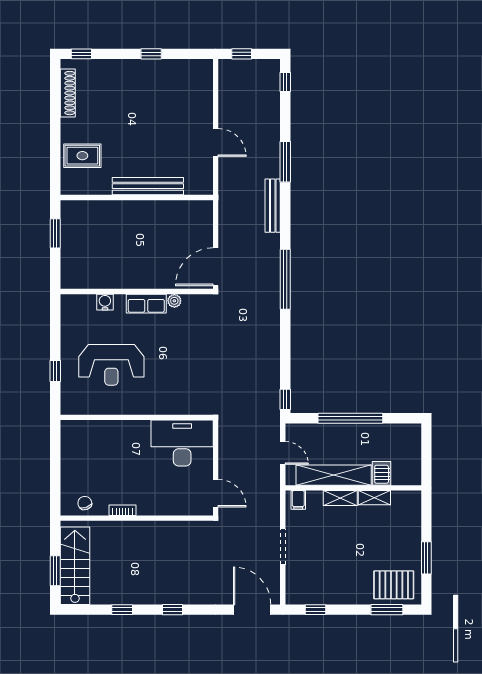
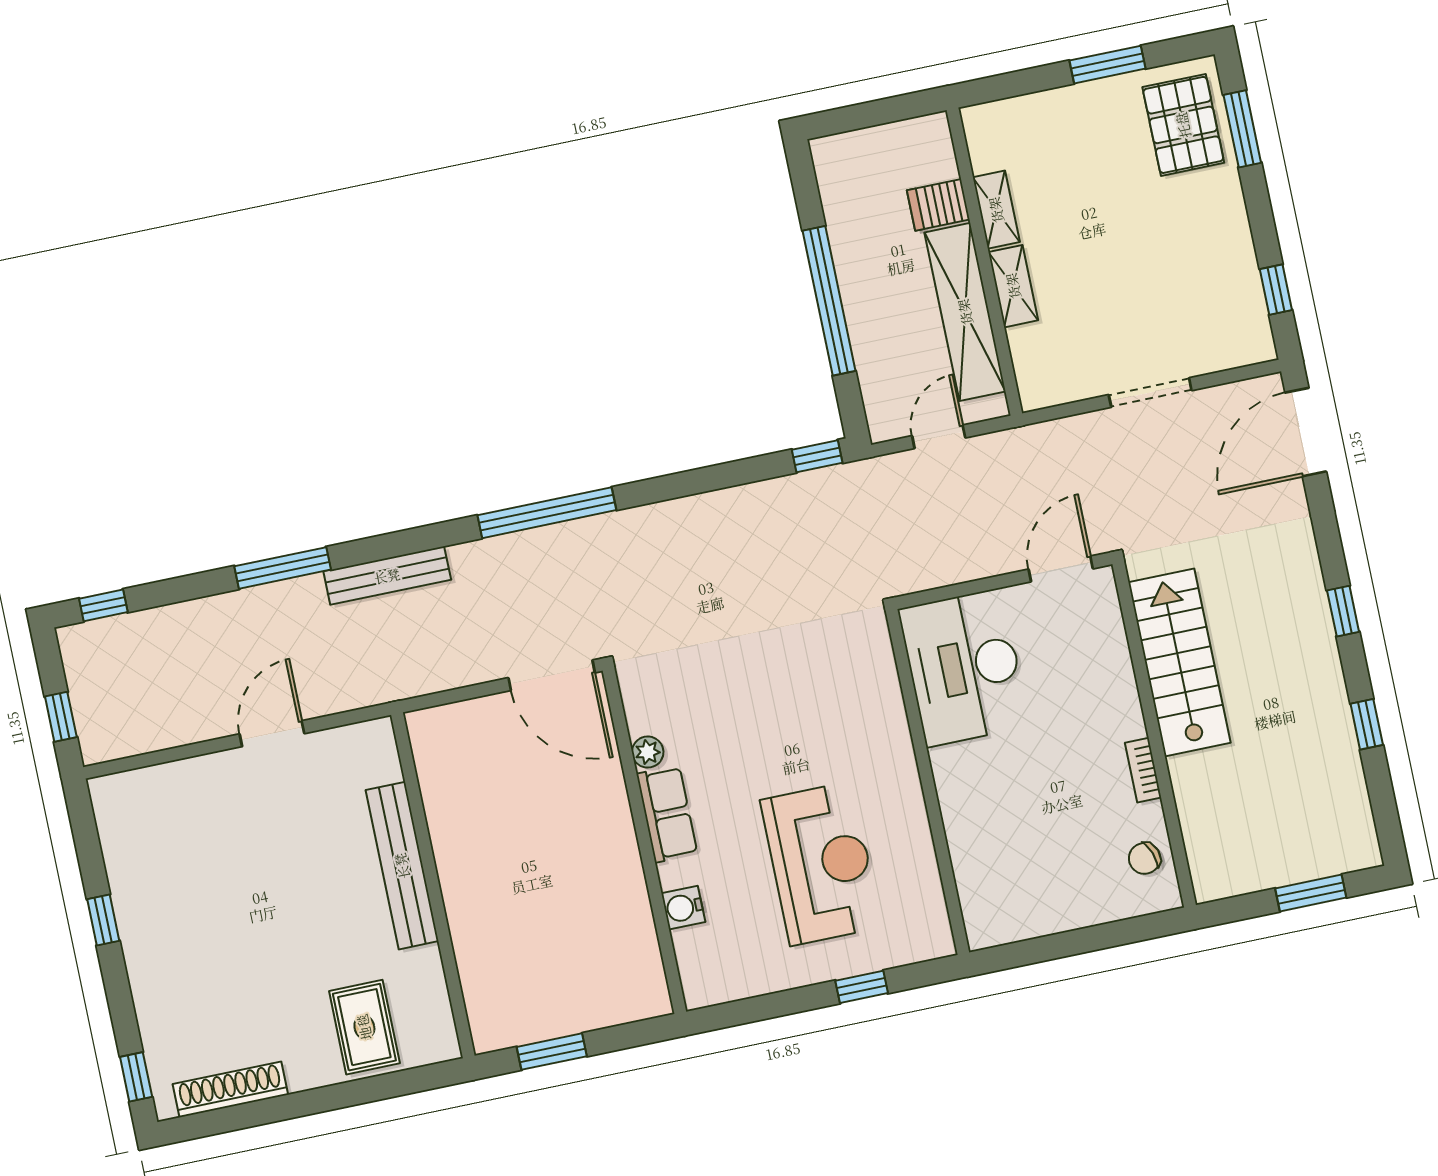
filing cabinet: (298, 500) -> (1037, 380), removed
stairs: (75, 566) -> (1179, 663), moved, turned 90

